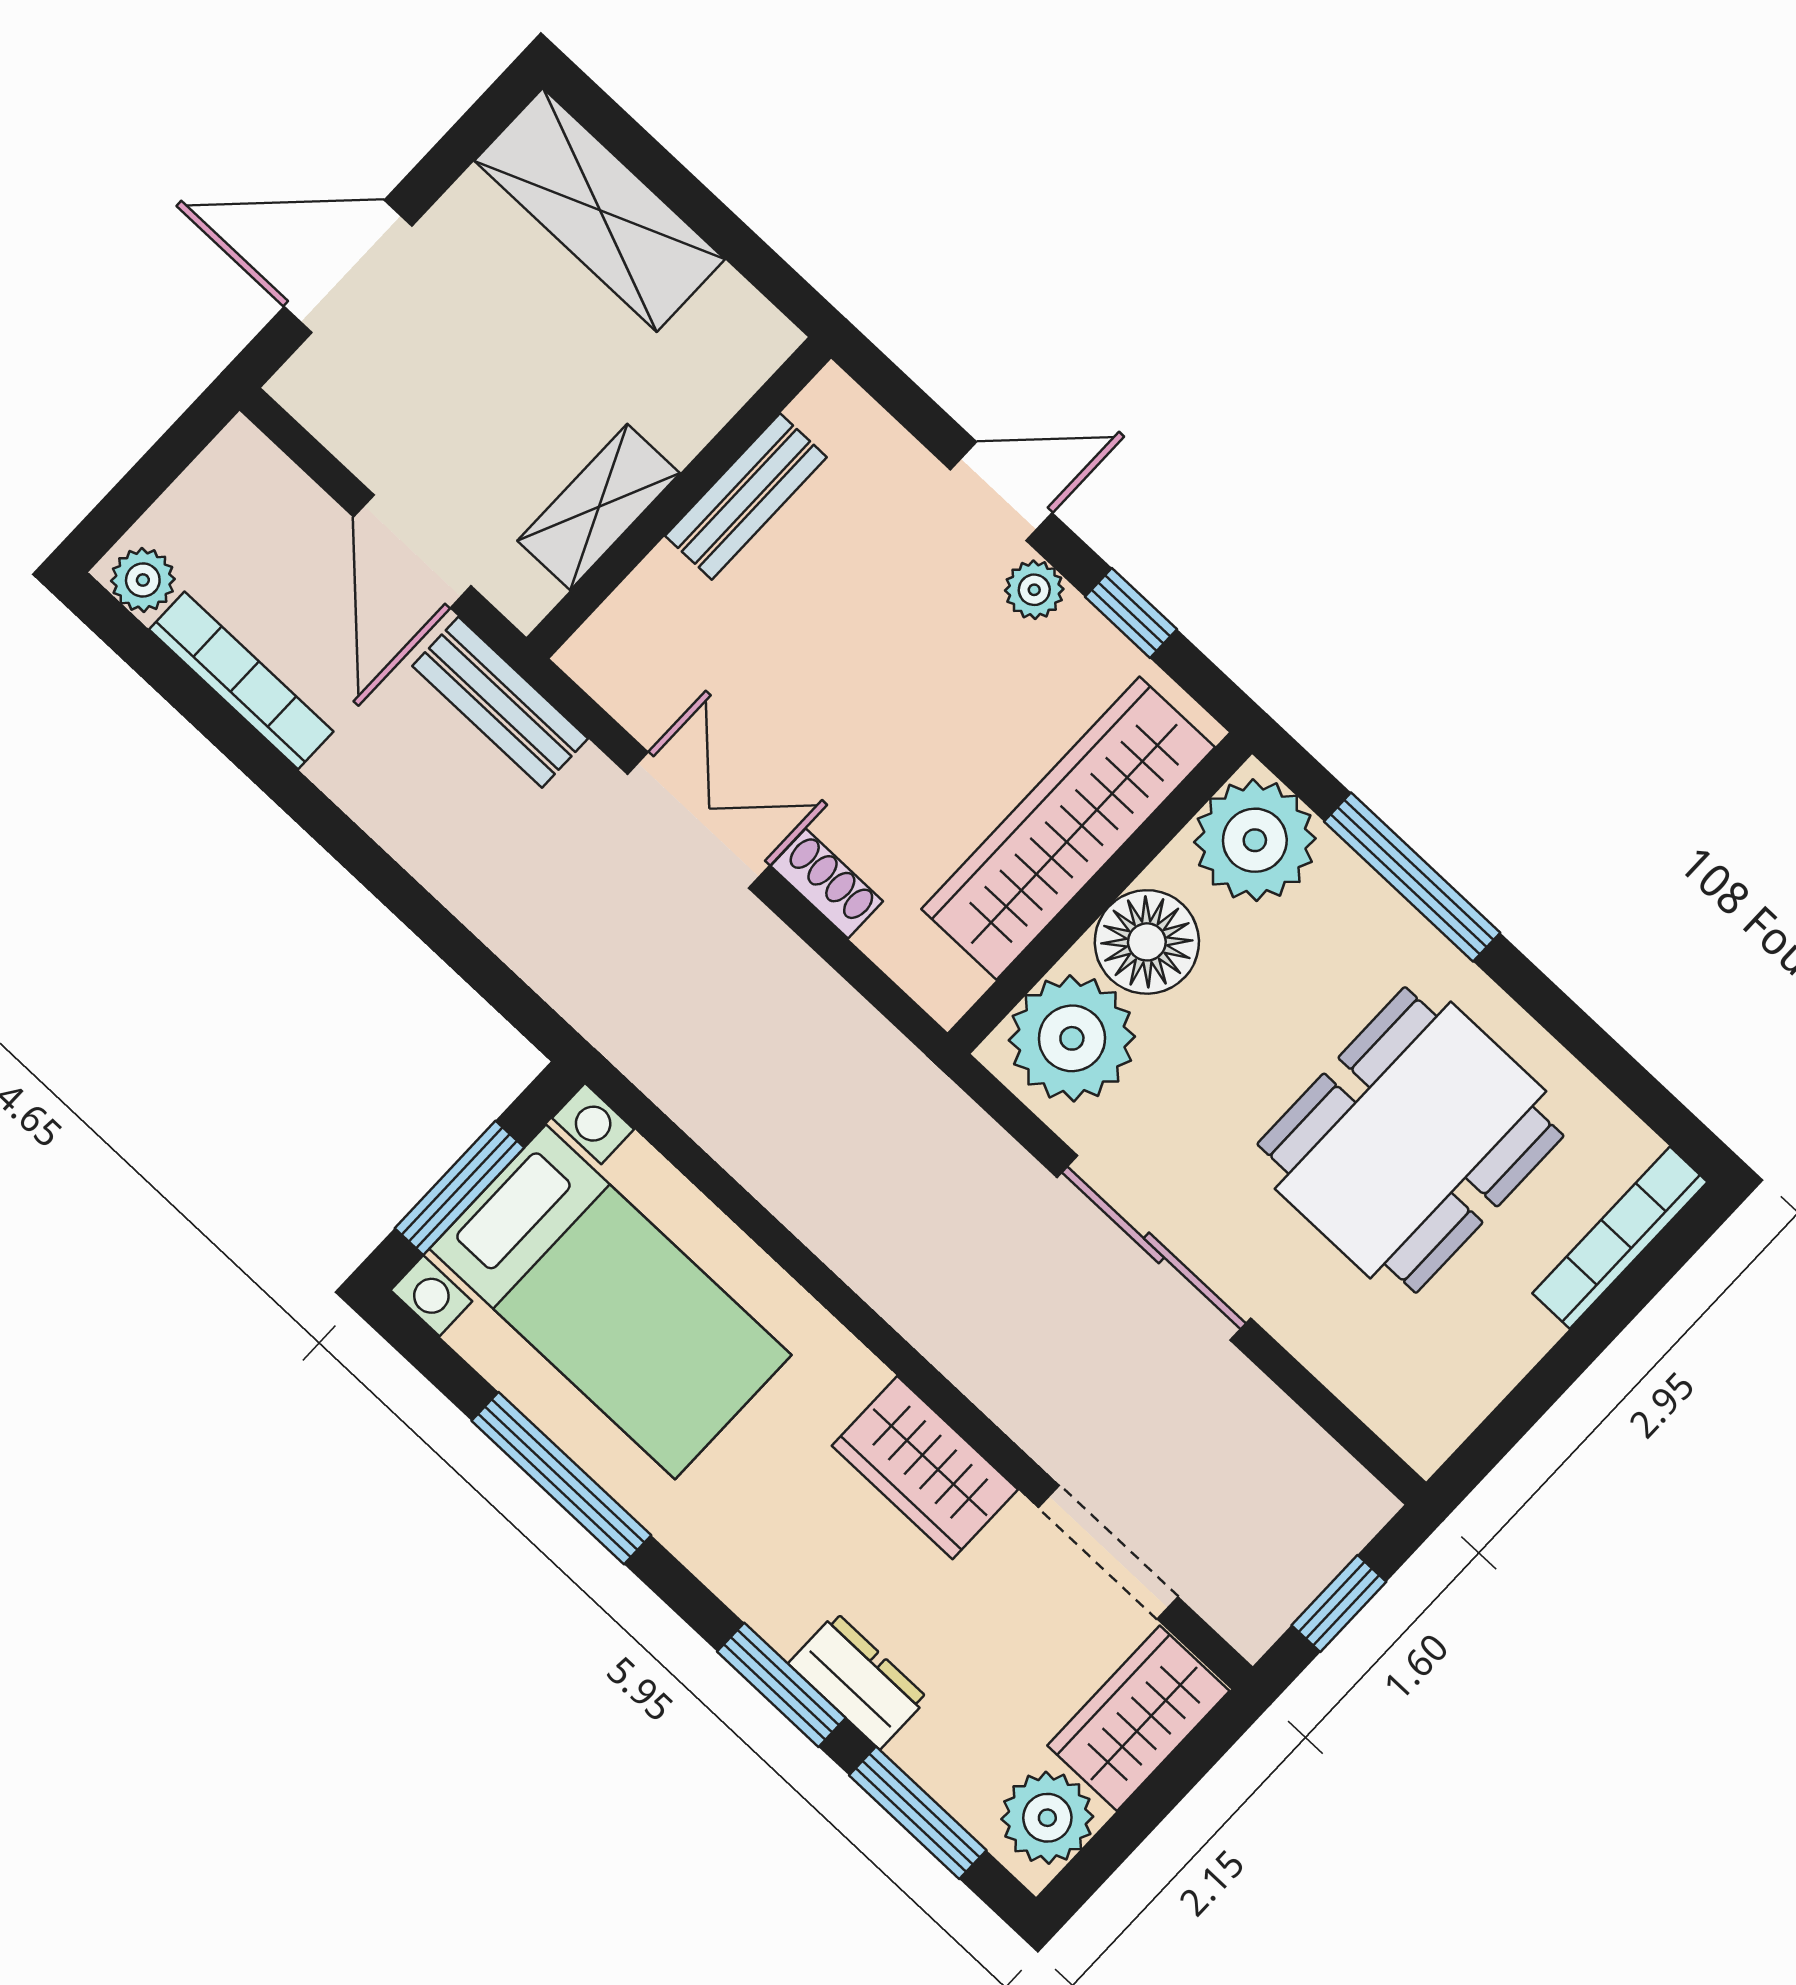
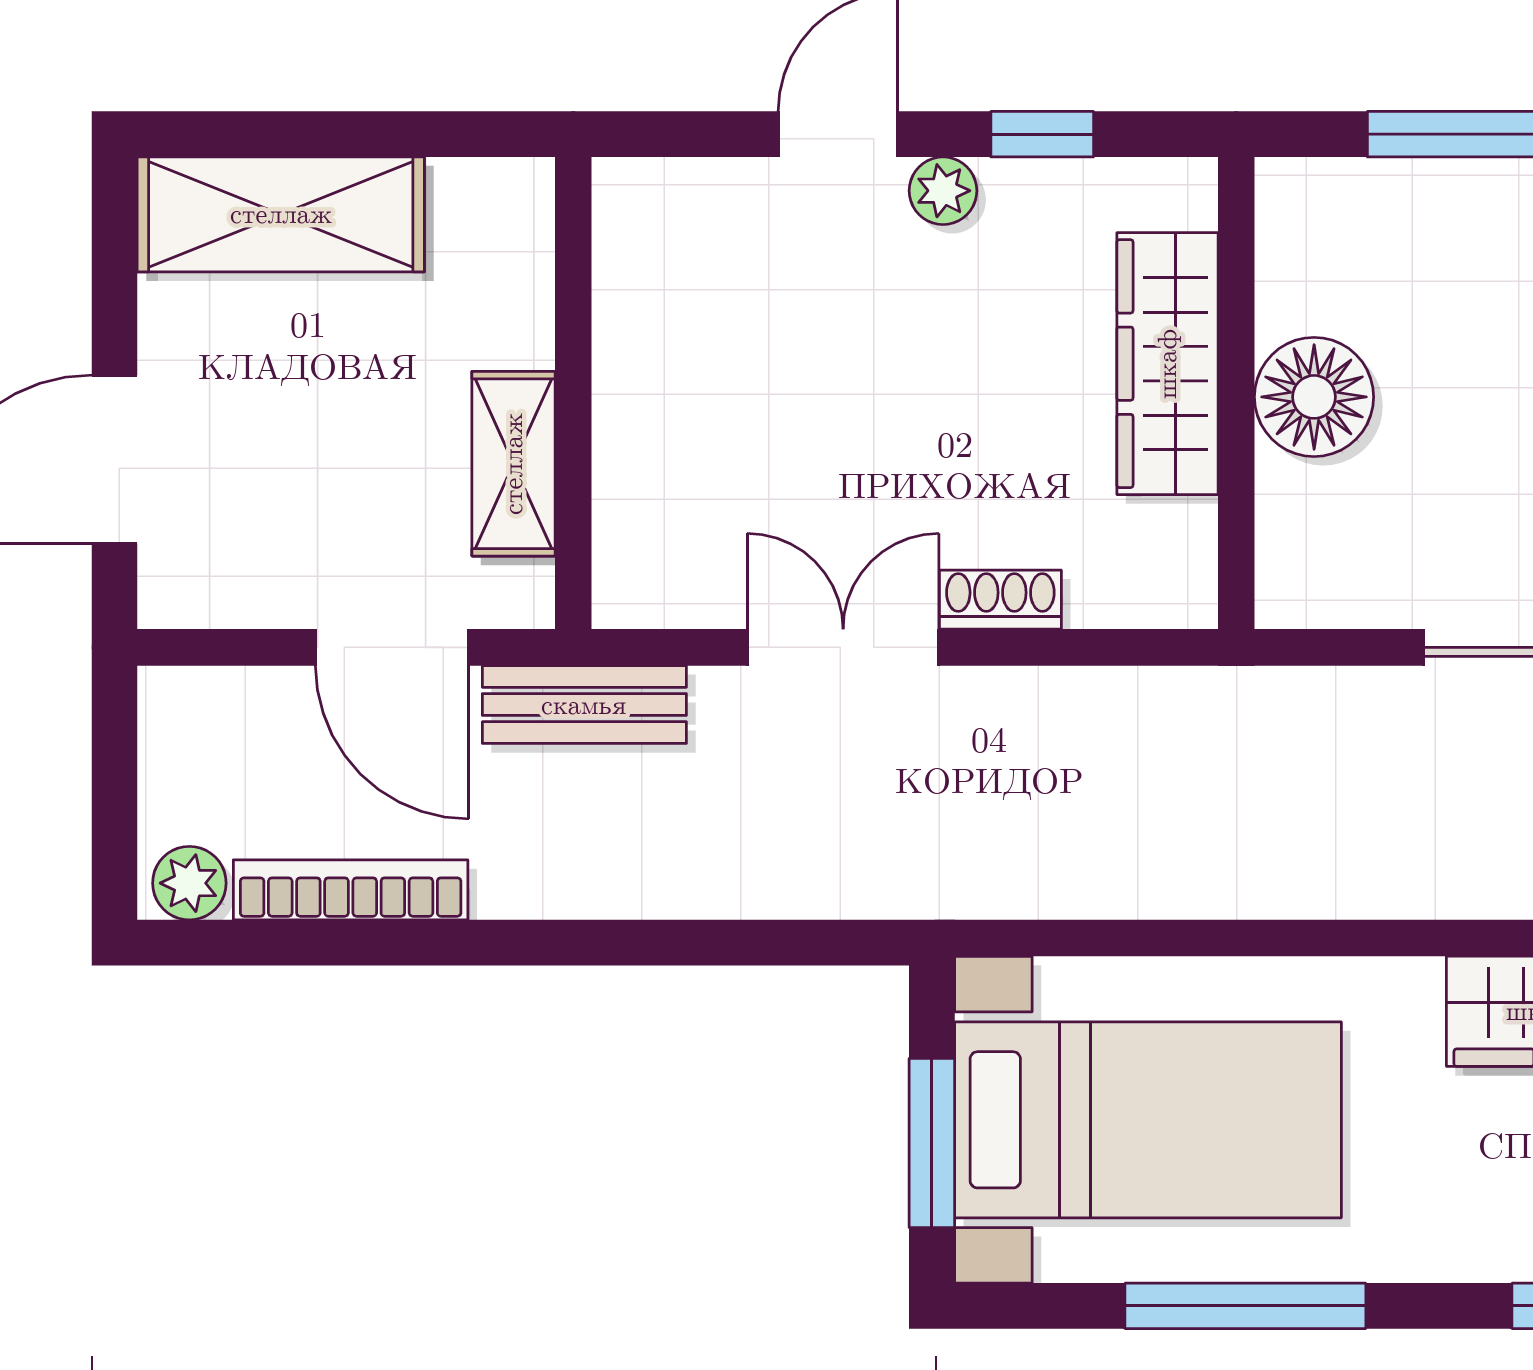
bench: (746, 496) -> (628, 339), removed
wardrobe: (1068, 828) -> (1167, 364), width x0.71, depth x0.85
plant: (1255, 840) -> (1324, 227), removed
plant: (1072, 1038) -> (1327, 537), removed

